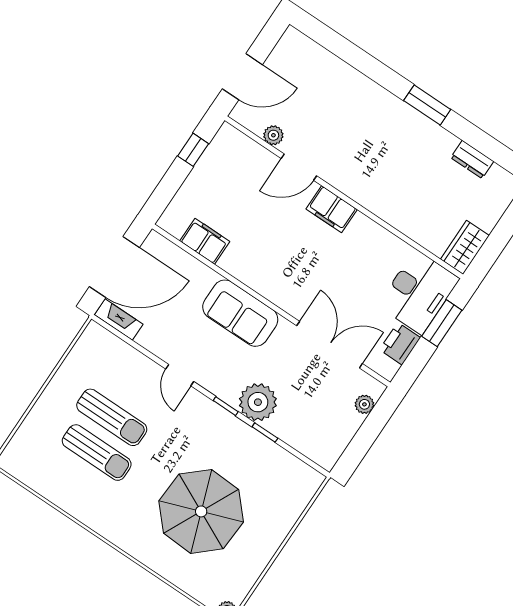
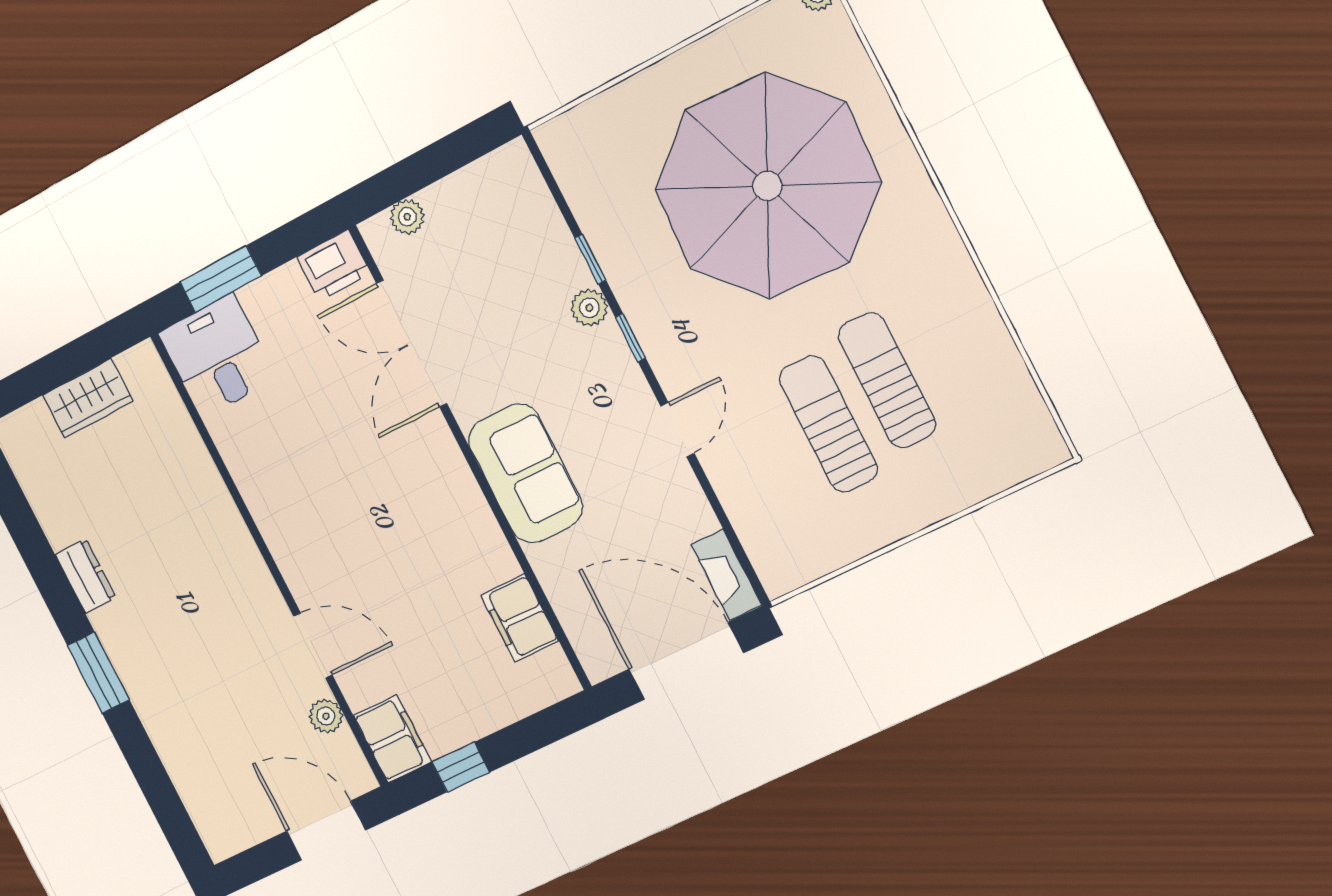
window: (427, 105) -> (98, 673), moved
dresser: (472, 159) -> (85, 576), moved
filing cabinet: (332, 209) -> (392, 739), moved
wardrobe: (465, 247) -> (88, 398), moved
desk: (419, 292) -> (217, 356), width x0.73
printer: (400, 344) -> (334, 265), moved
plant: (258, 402) -> (589, 308), width x0.53, depth x0.53
parasol: (201, 511) -> (767, 186), width x1.36, depth x1.36

